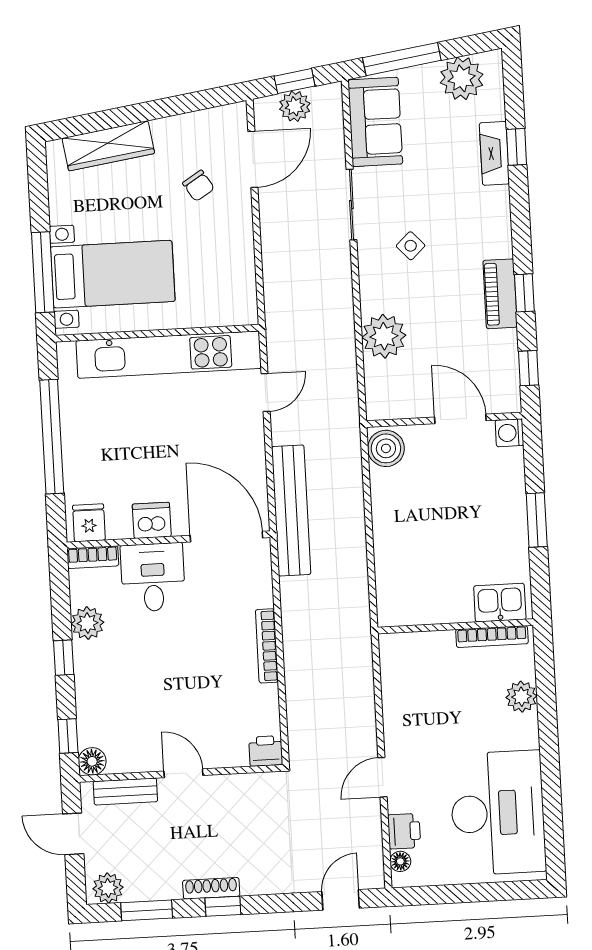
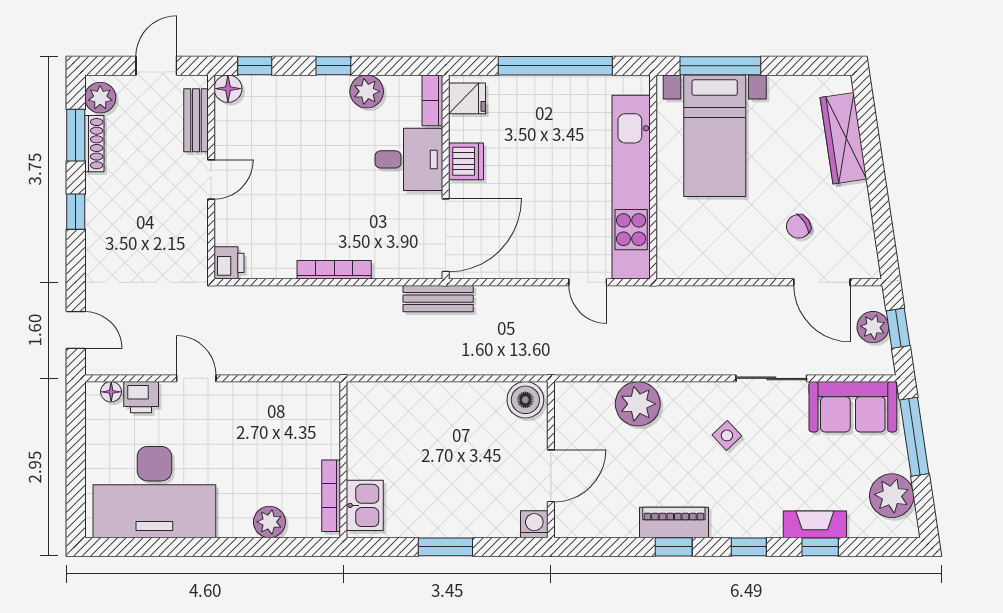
window: (528, 368) -> (749, 547), moved
bench: (291, 510) -> (438, 299), width x0.54, depth x0.82
shoe rack: (211, 888) -> (94, 144), moved

